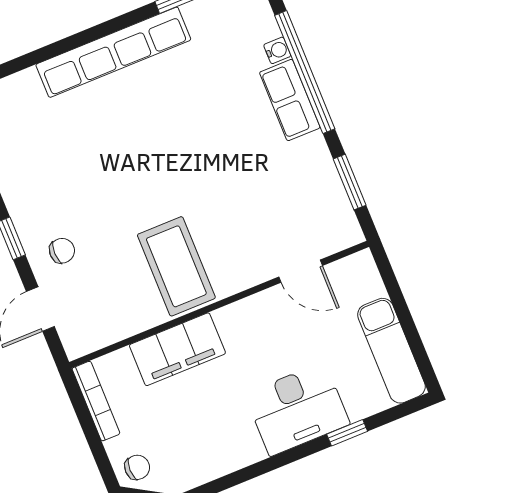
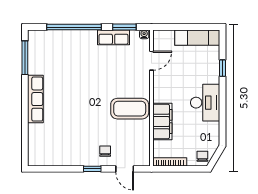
water cooler: (277, 50) -> (144, 34), moved
row of seats: (113, 52) -> (35, 99), width x0.73
row of seats: (290, 100) -> (114, 37), moved
desk: (297, 409) -> (205, 103), moved

